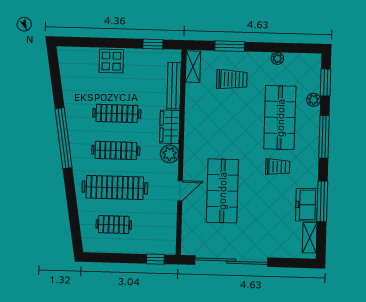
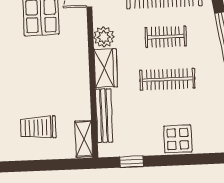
window: (230, 46) -> (43, 165), removed
clothes rail: (116, 150) -> (166, 37), width x0.73

